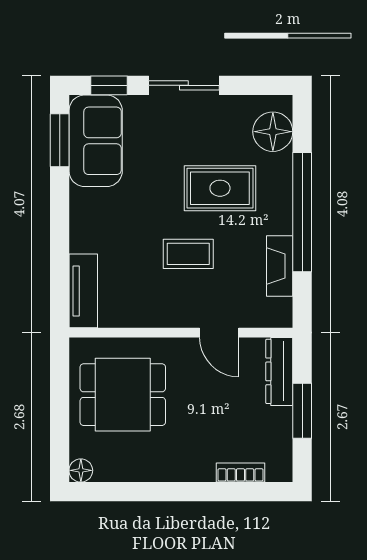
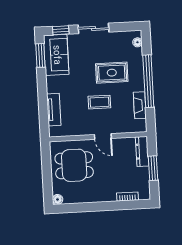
floor lamp: (273, 132) -> (137, 42), width x0.53, depth x0.53
tv unit: (83, 291) -> (54, 110), moved
door: (219, 333) -> (103, 136), moved

